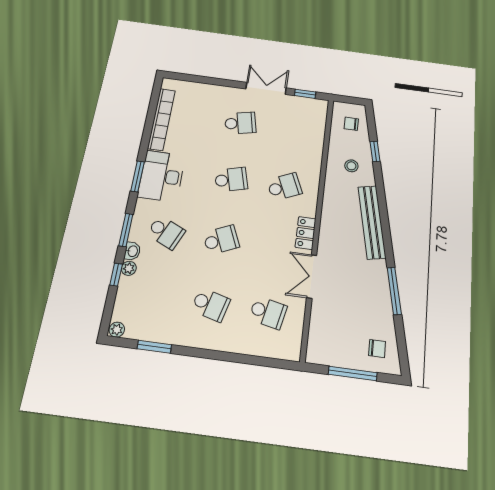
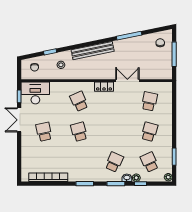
desk: (162, 176) -> (35, 93), moved, turned 180
school desk: (221, 240) -> (149, 162), moved
double door: (312, 276) -> (127, 81), swing flipped

